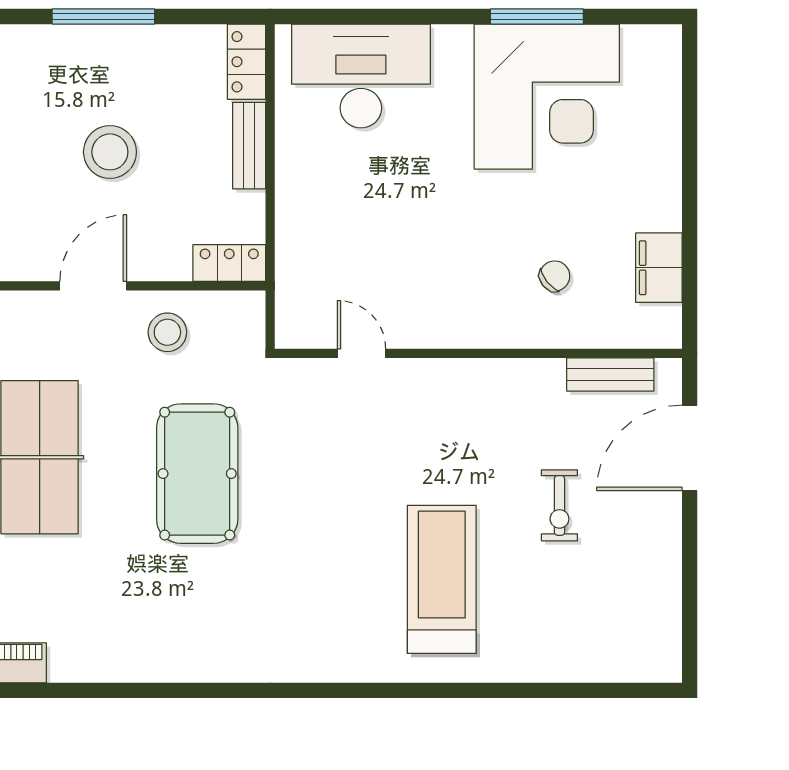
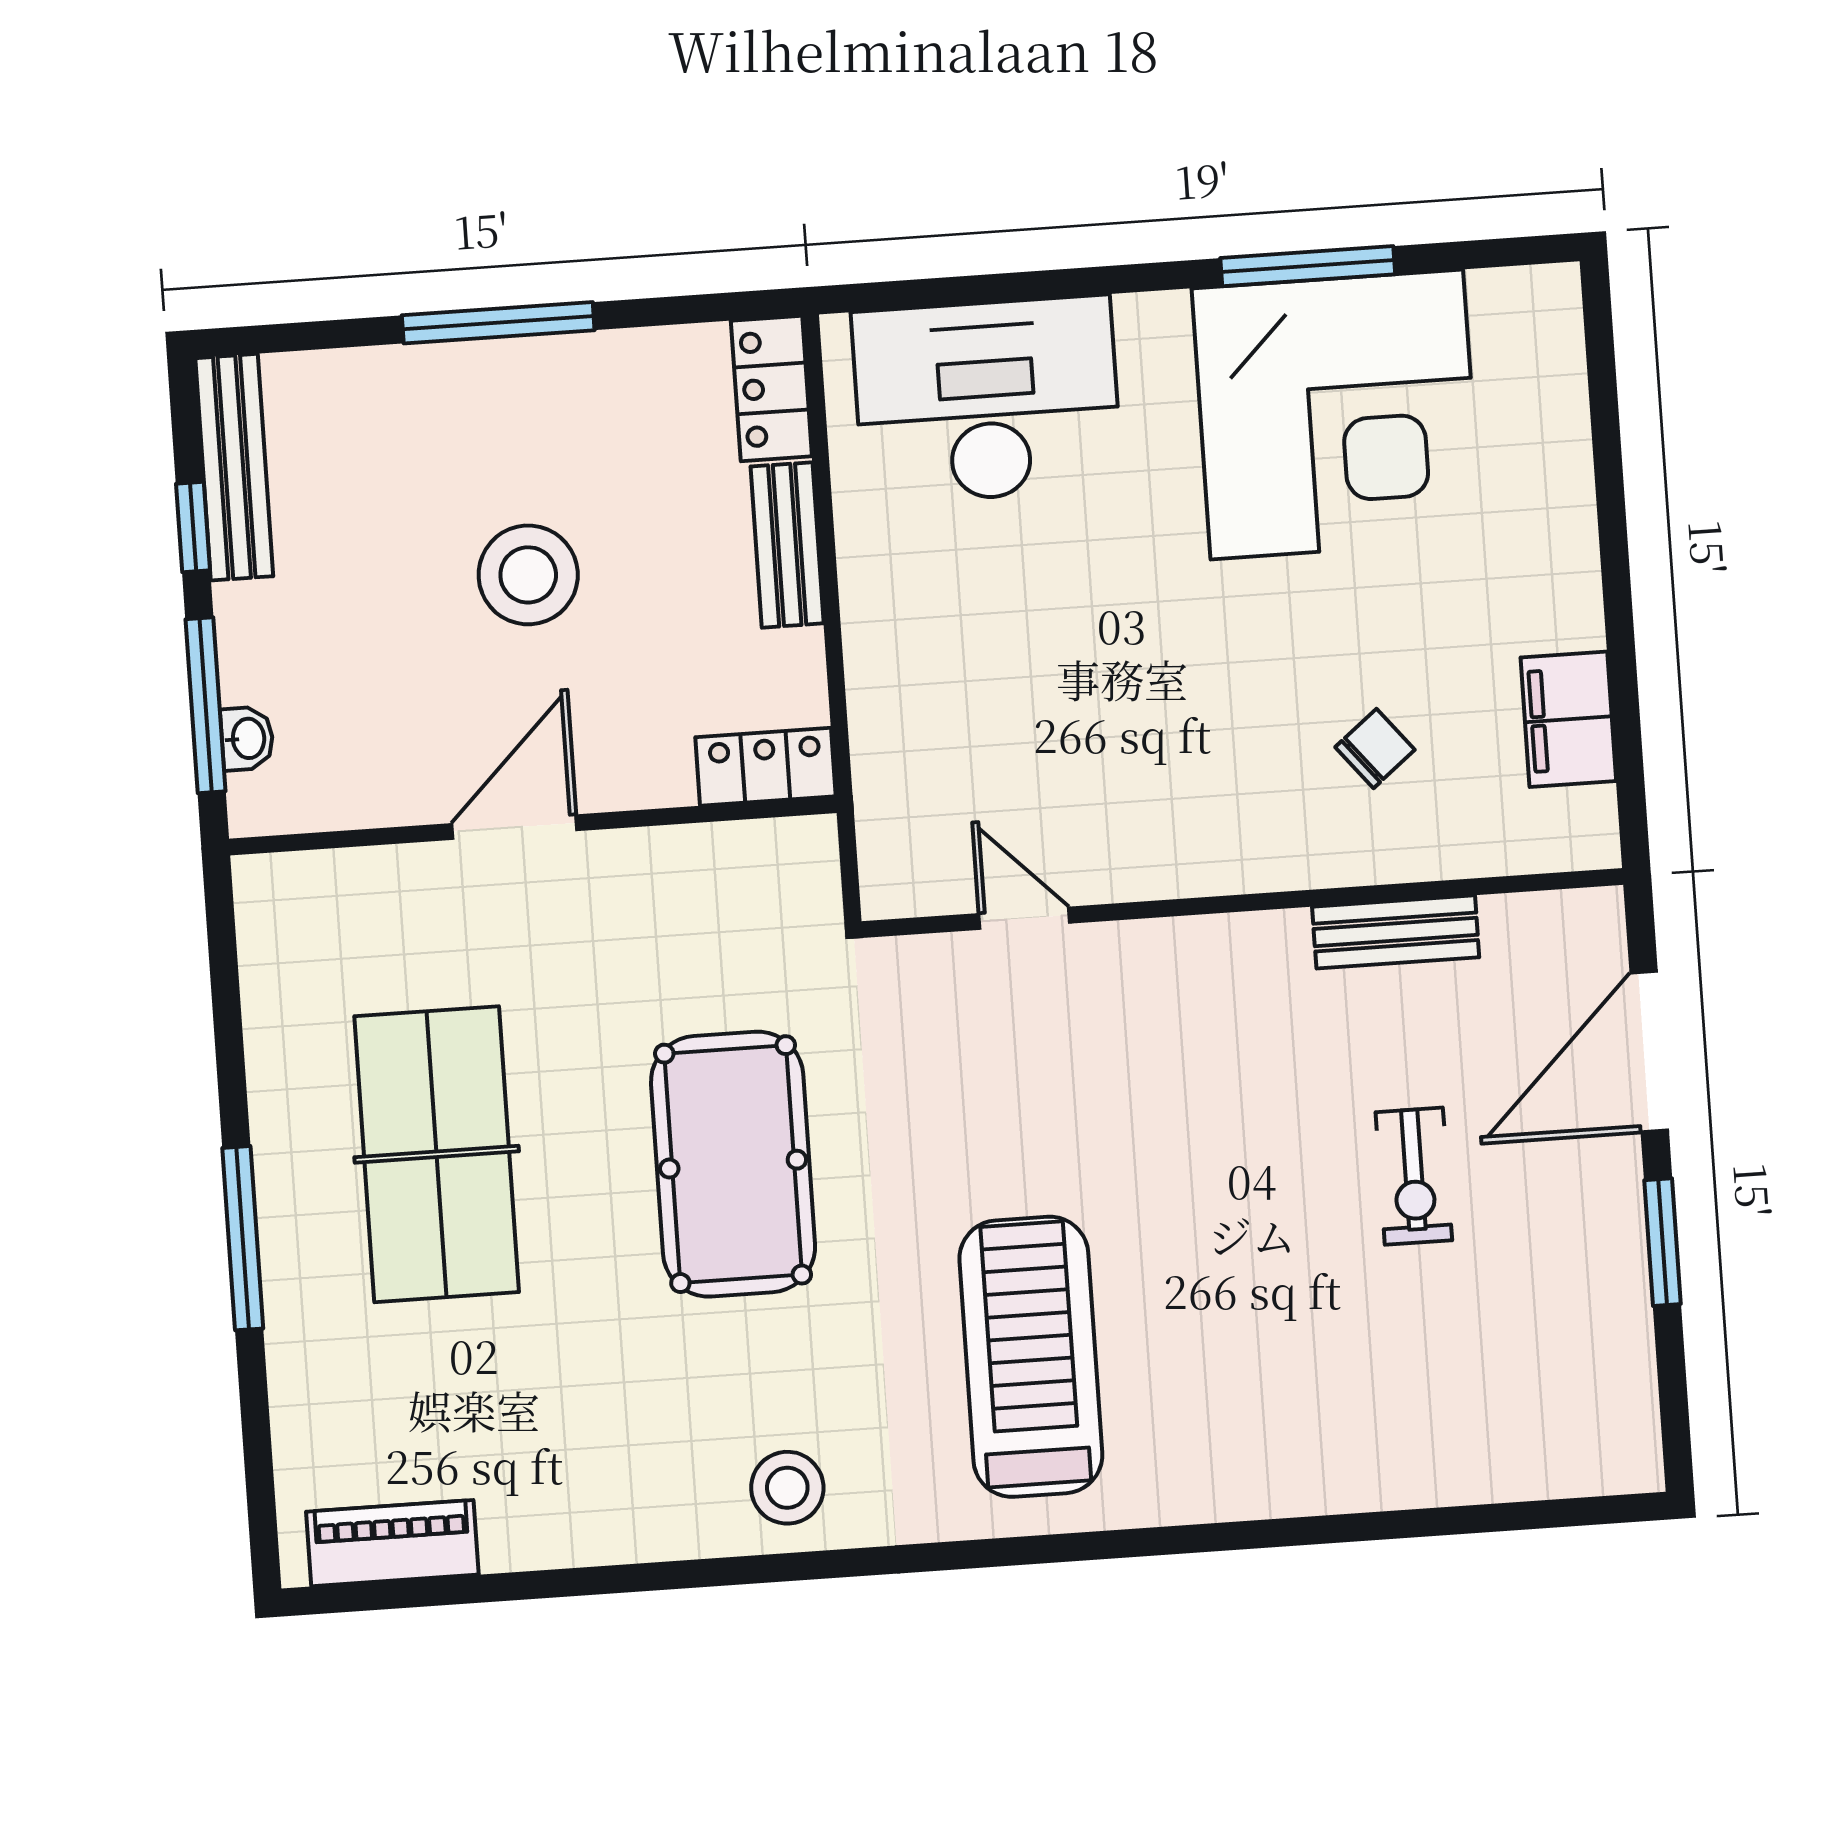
stool: (167, 332) -> (787, 1488), moved
bench: (610, 375) -> (1396, 932), moved
window: (690, 550) -> (1663, 1242), added
treadmill: (442, 579) -> (1031, 1357), moved

